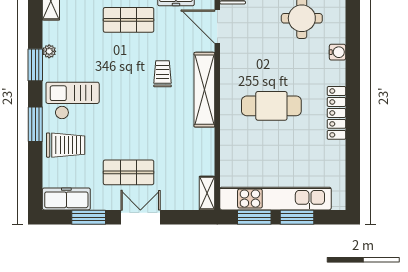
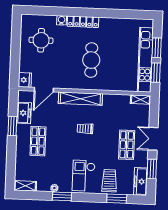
trolley: (163, 74) -> (85, 129), moved
locker: (336, 113) -> (83, 22), moved
window: (35, 124) -> (117, 199), moved

